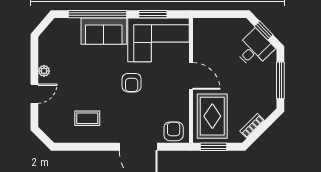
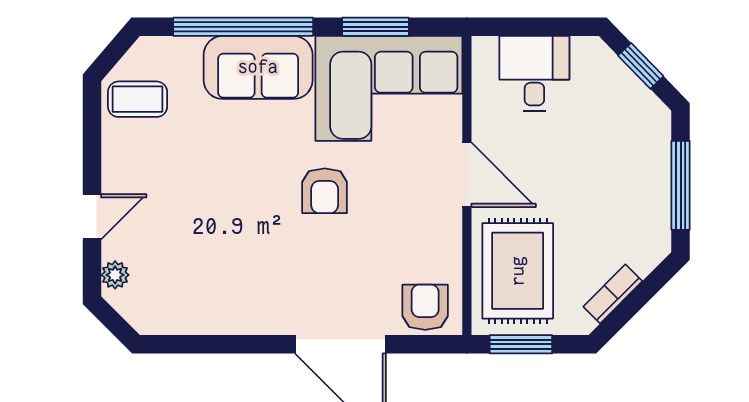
desk: (254, 49) -> (534, 74), moved, turned -46
plant: (44, 71) -> (115, 275), moved
coffee table: (87, 118) -> (138, 99), moved

